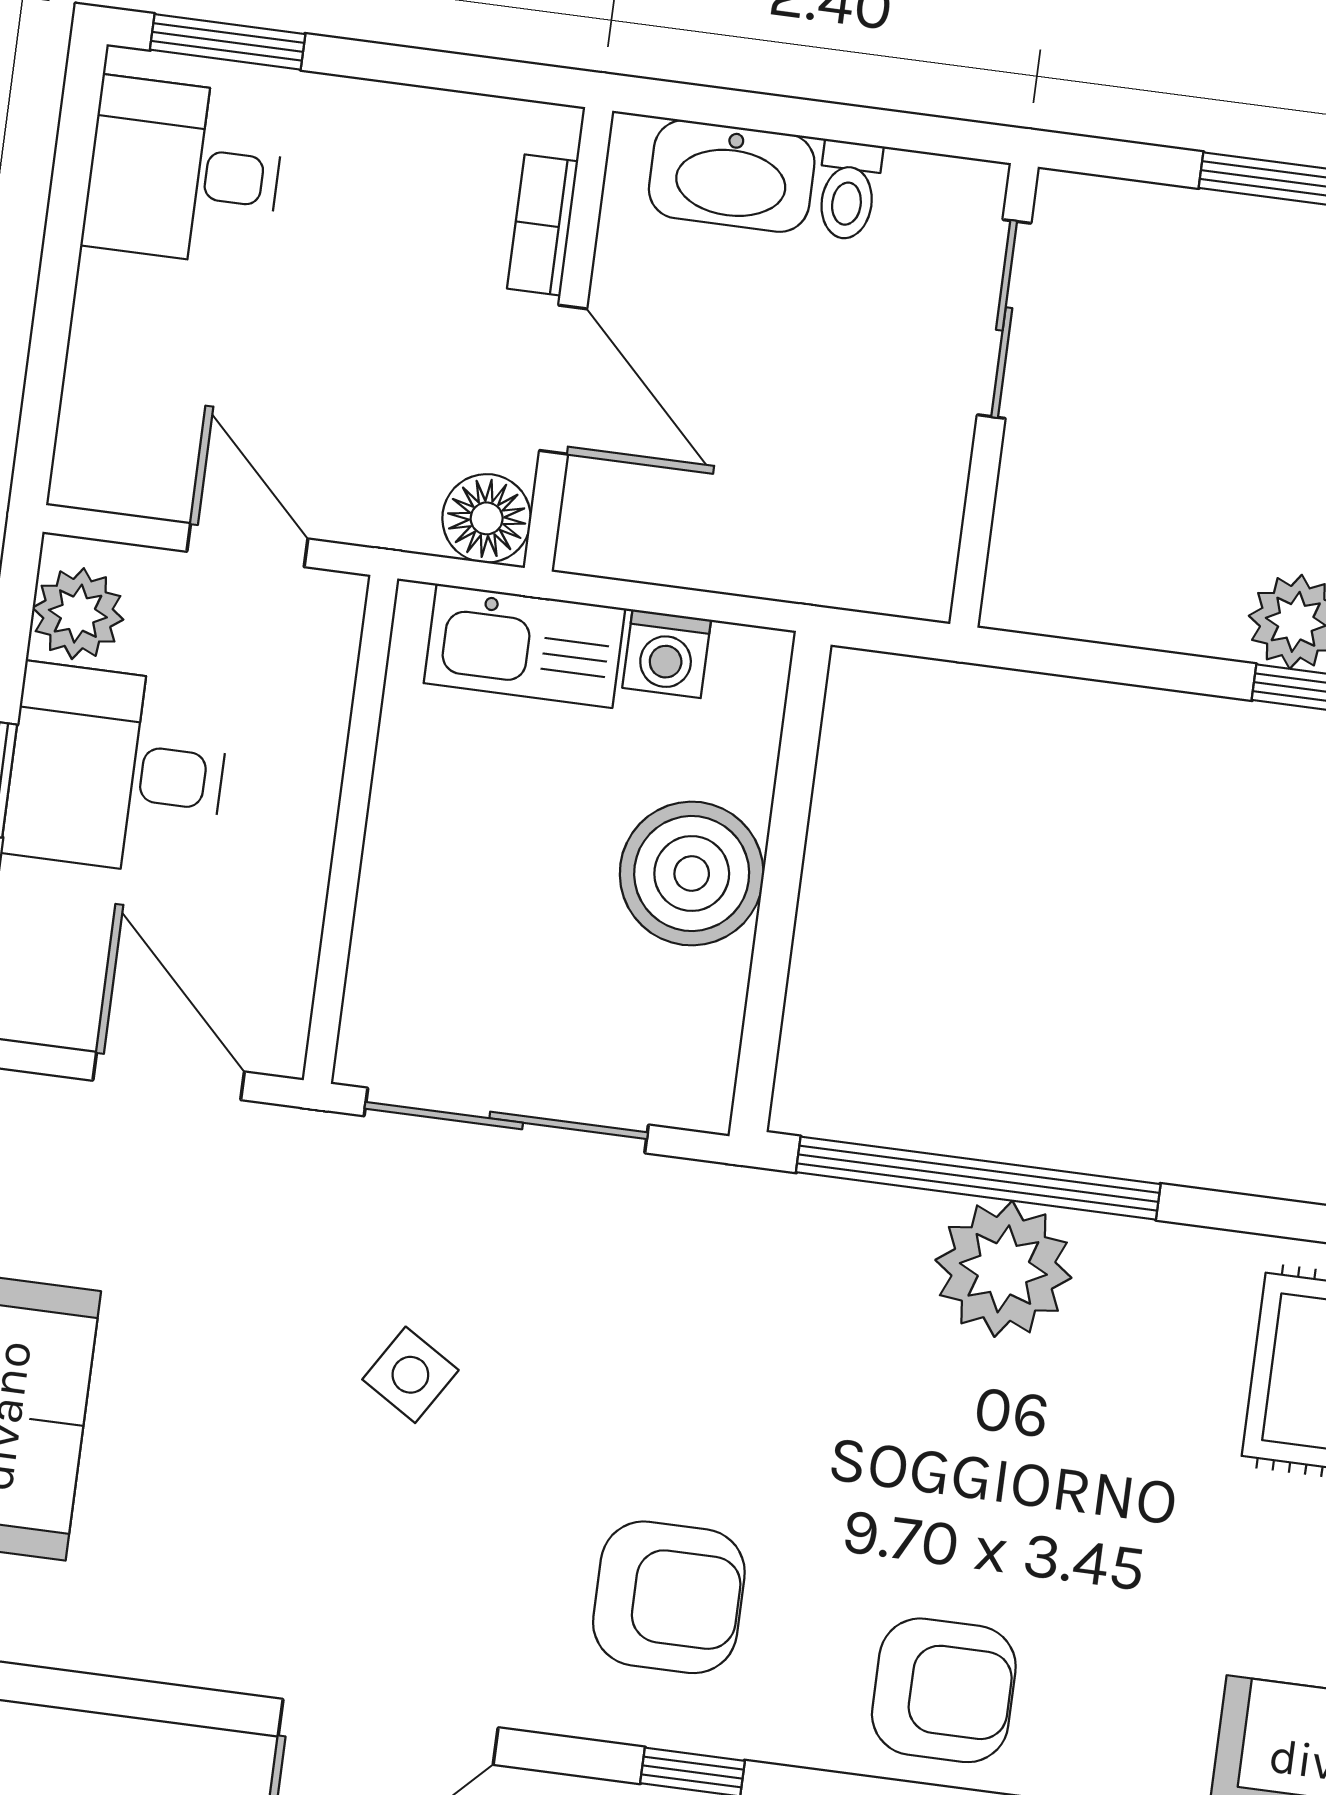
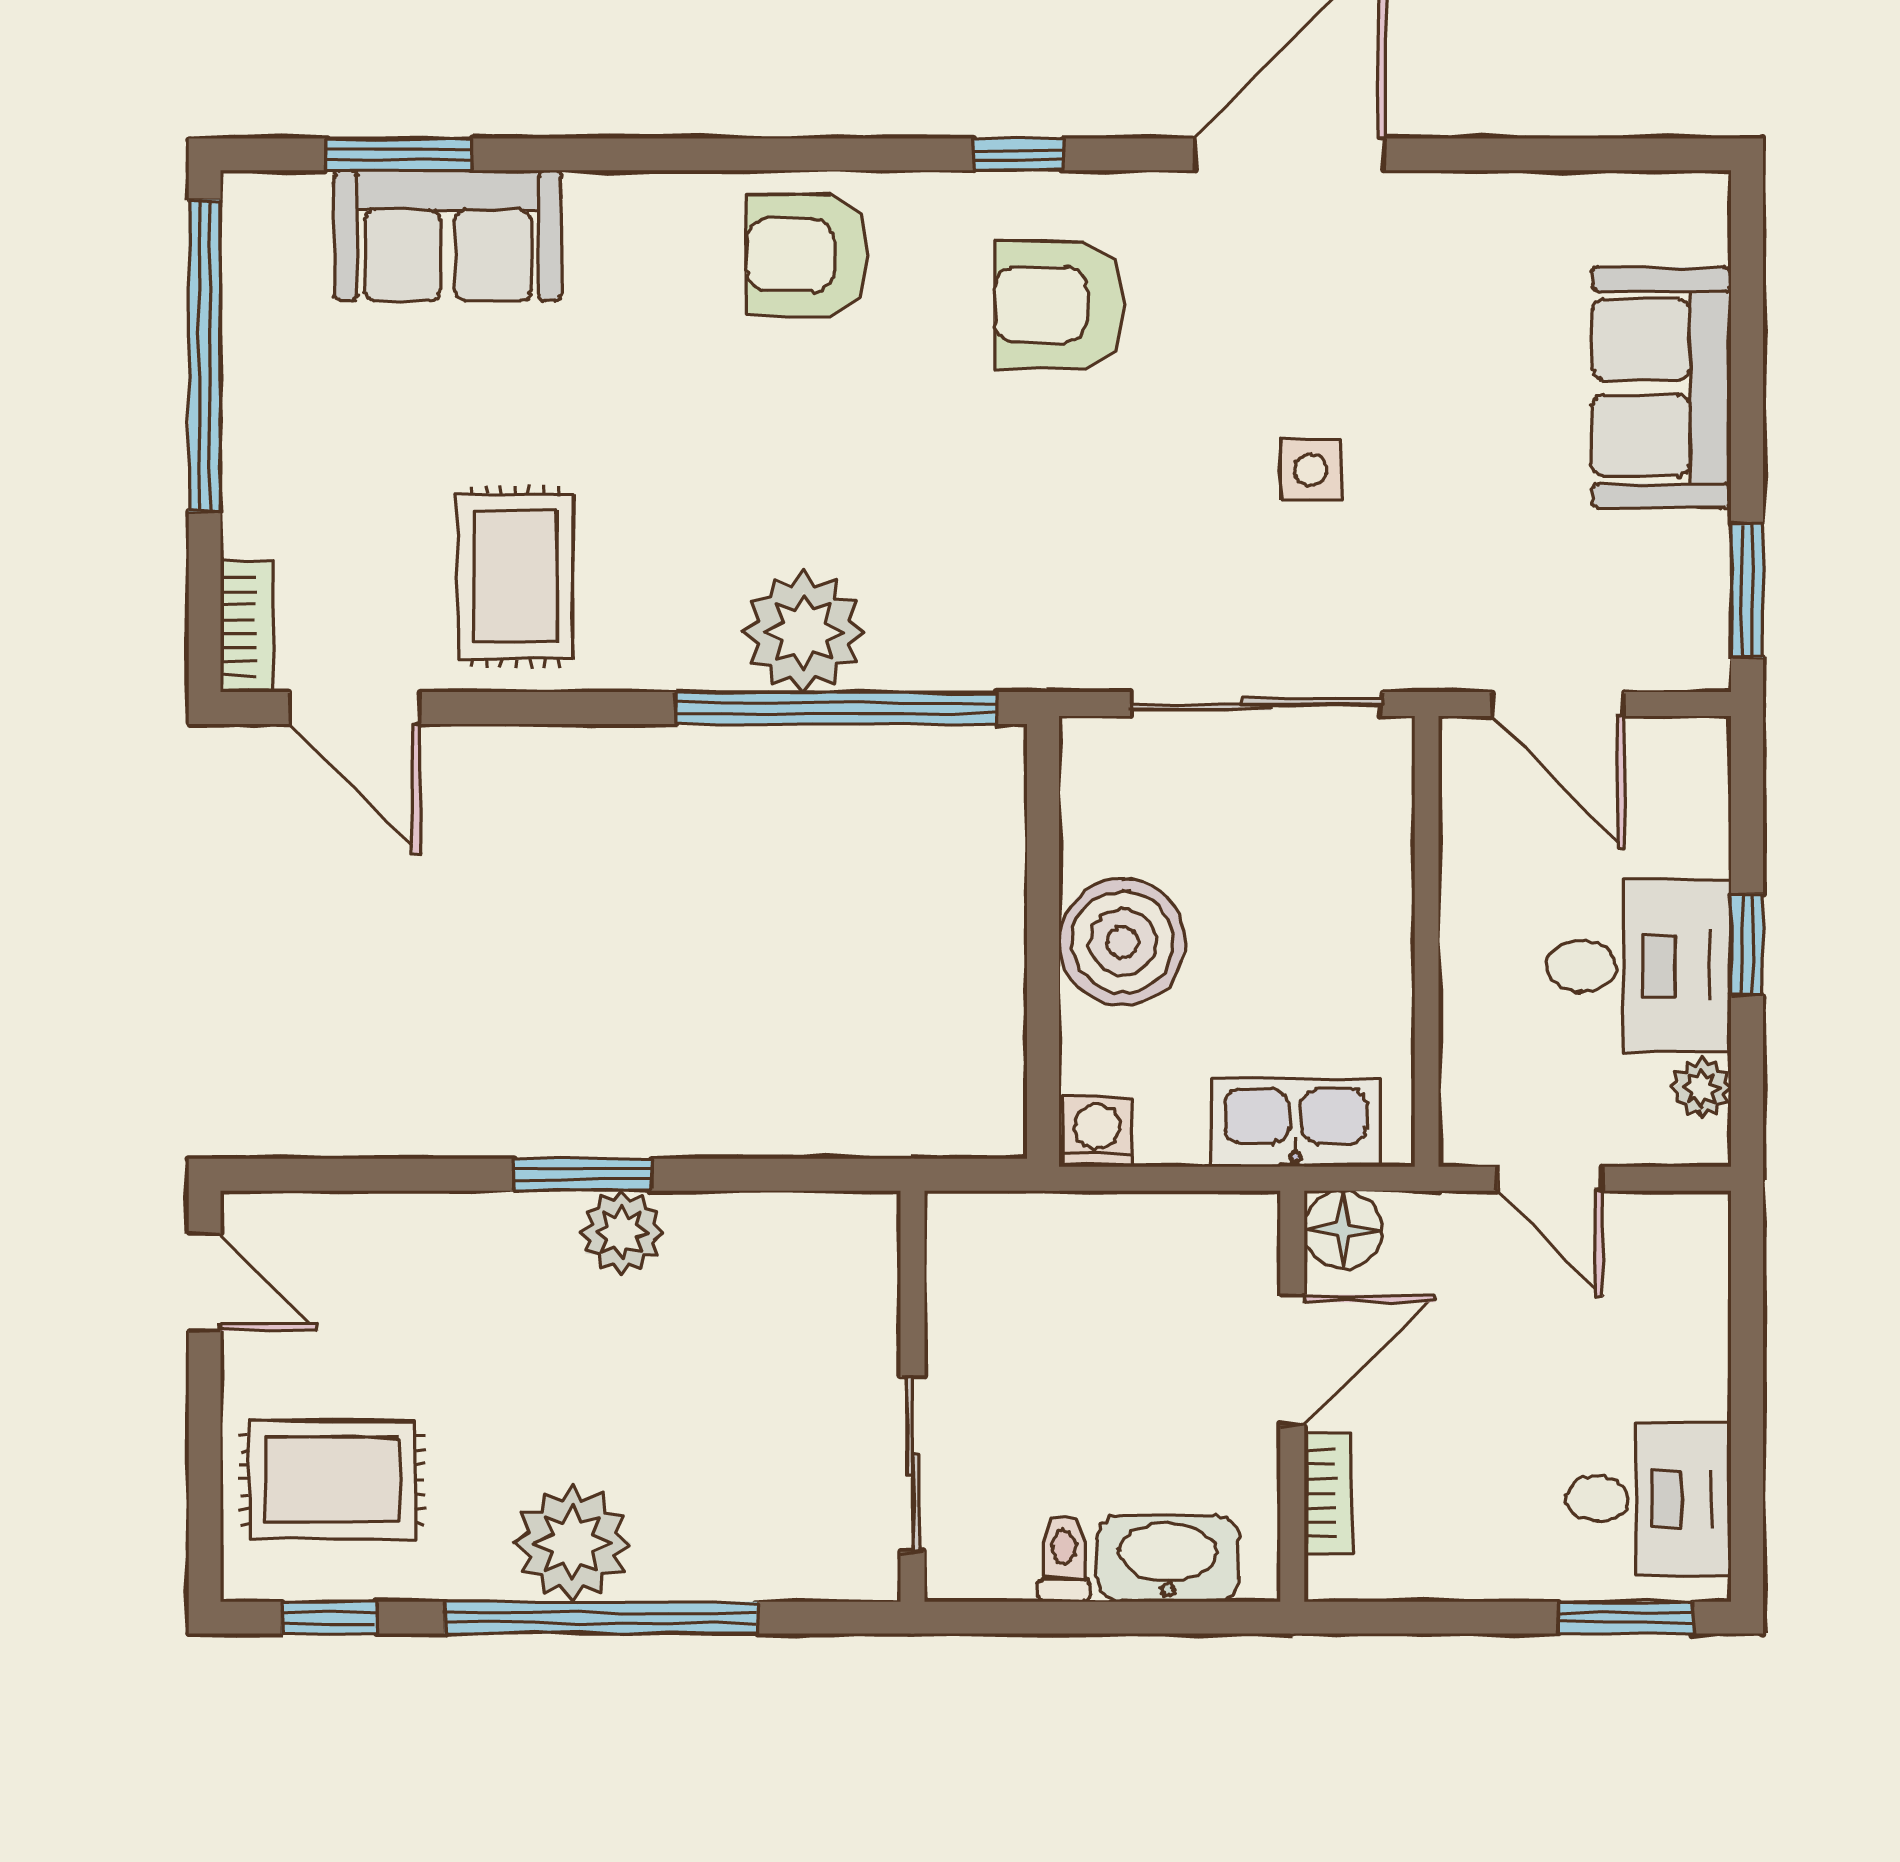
door: (563, 380) -> (1292, 1360), swing flipped
plant: (78, 614) -> (1702, 1088), width x0.73, depth x0.73
washing machine: (667, 654) -> (1098, 1132), moved
side table: (410, 1375) -> (1311, 470), turned -32

